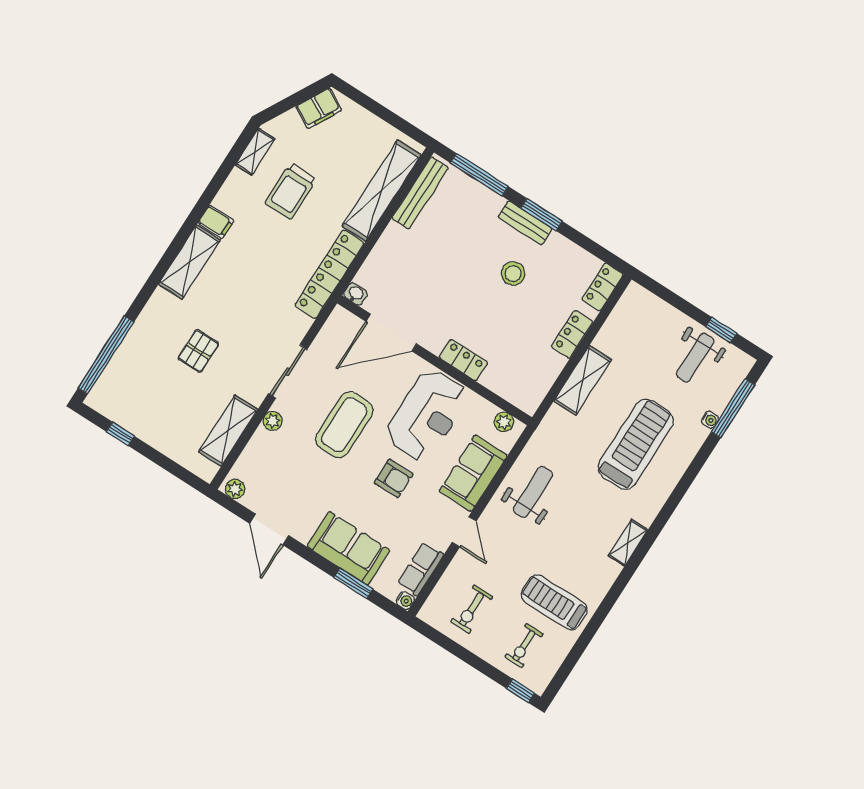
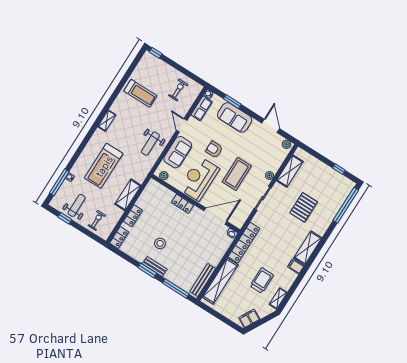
pallet: (198, 351) -> (304, 207), width x1.50, depth x1.42
exercise bike: (524, 646) -> (97, 220), moved

